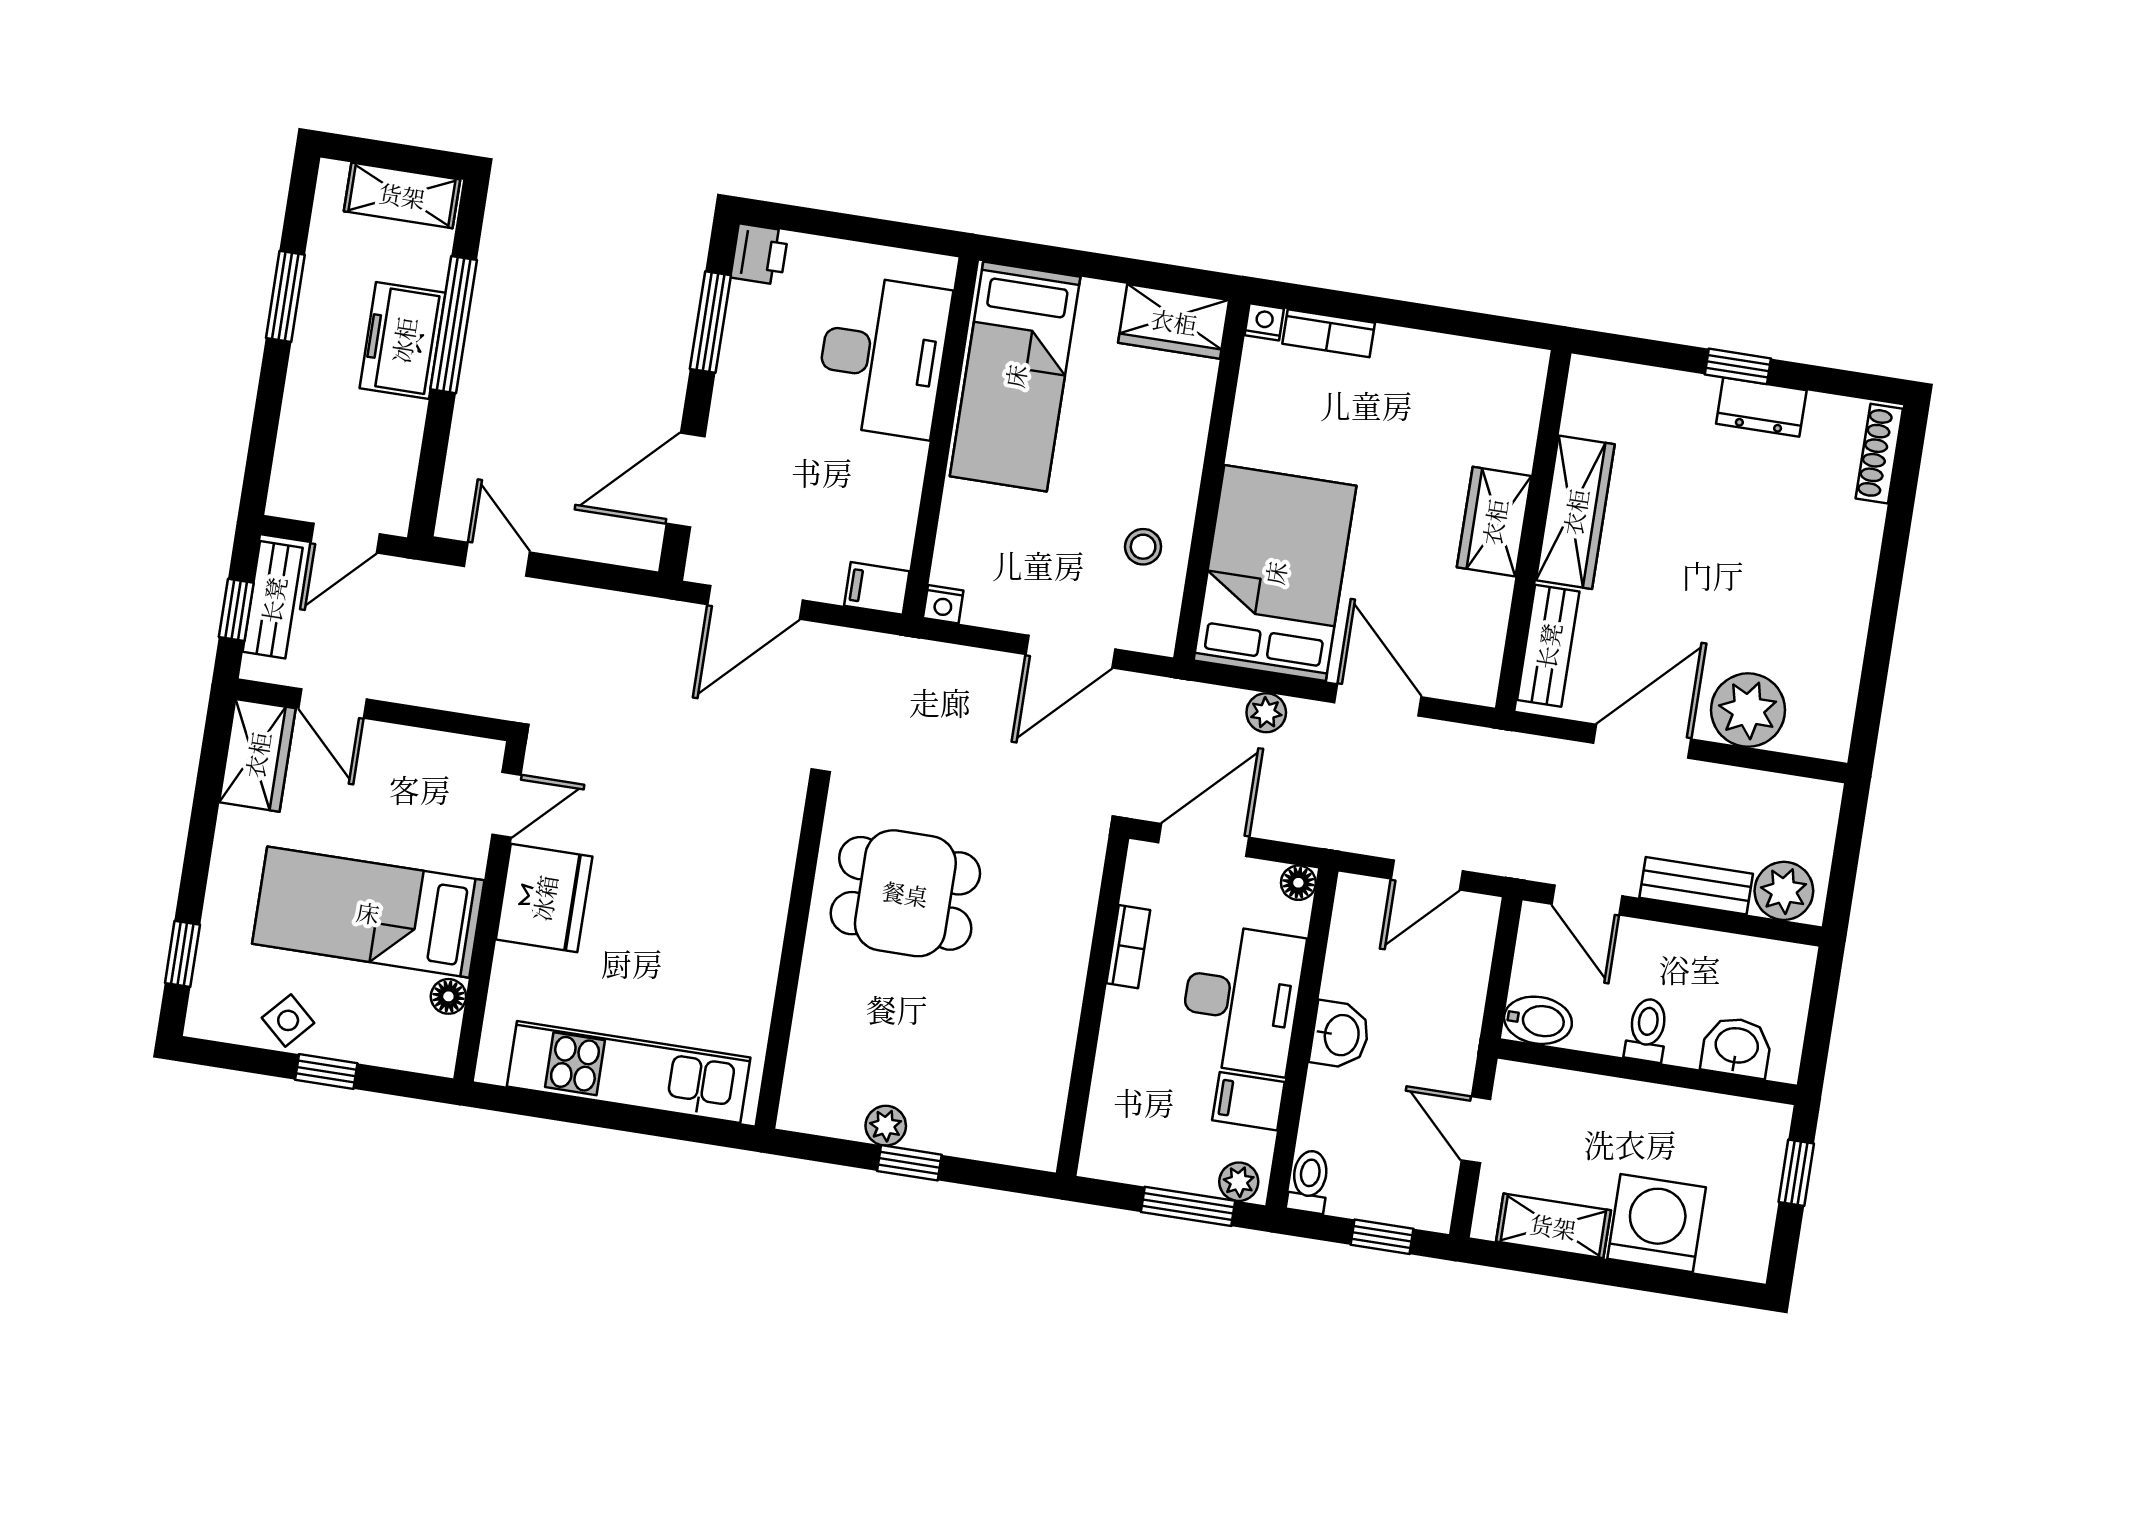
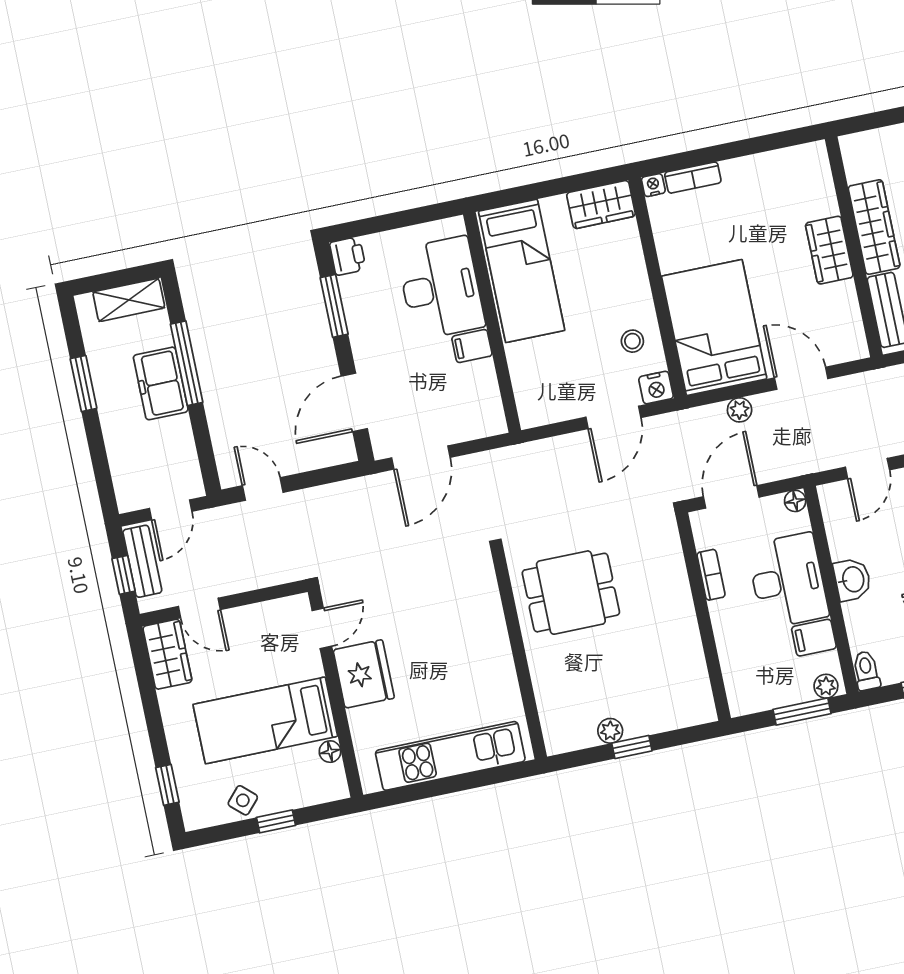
filing cabinet: (877, 588) -> (472, 346), moved
nightstand: (943, 604) -> (656, 388), moved, width x1.39, depth x1.35

